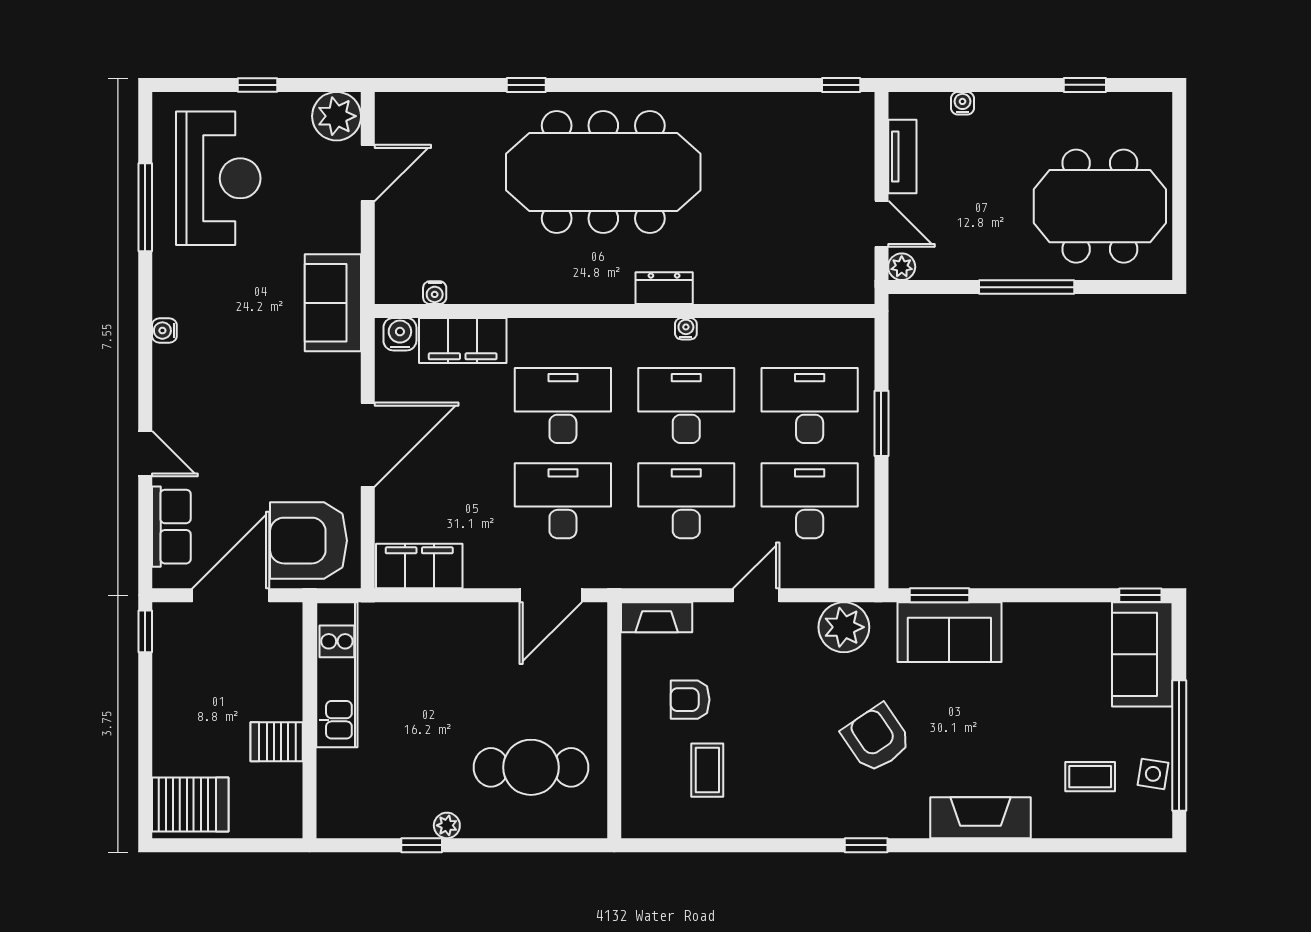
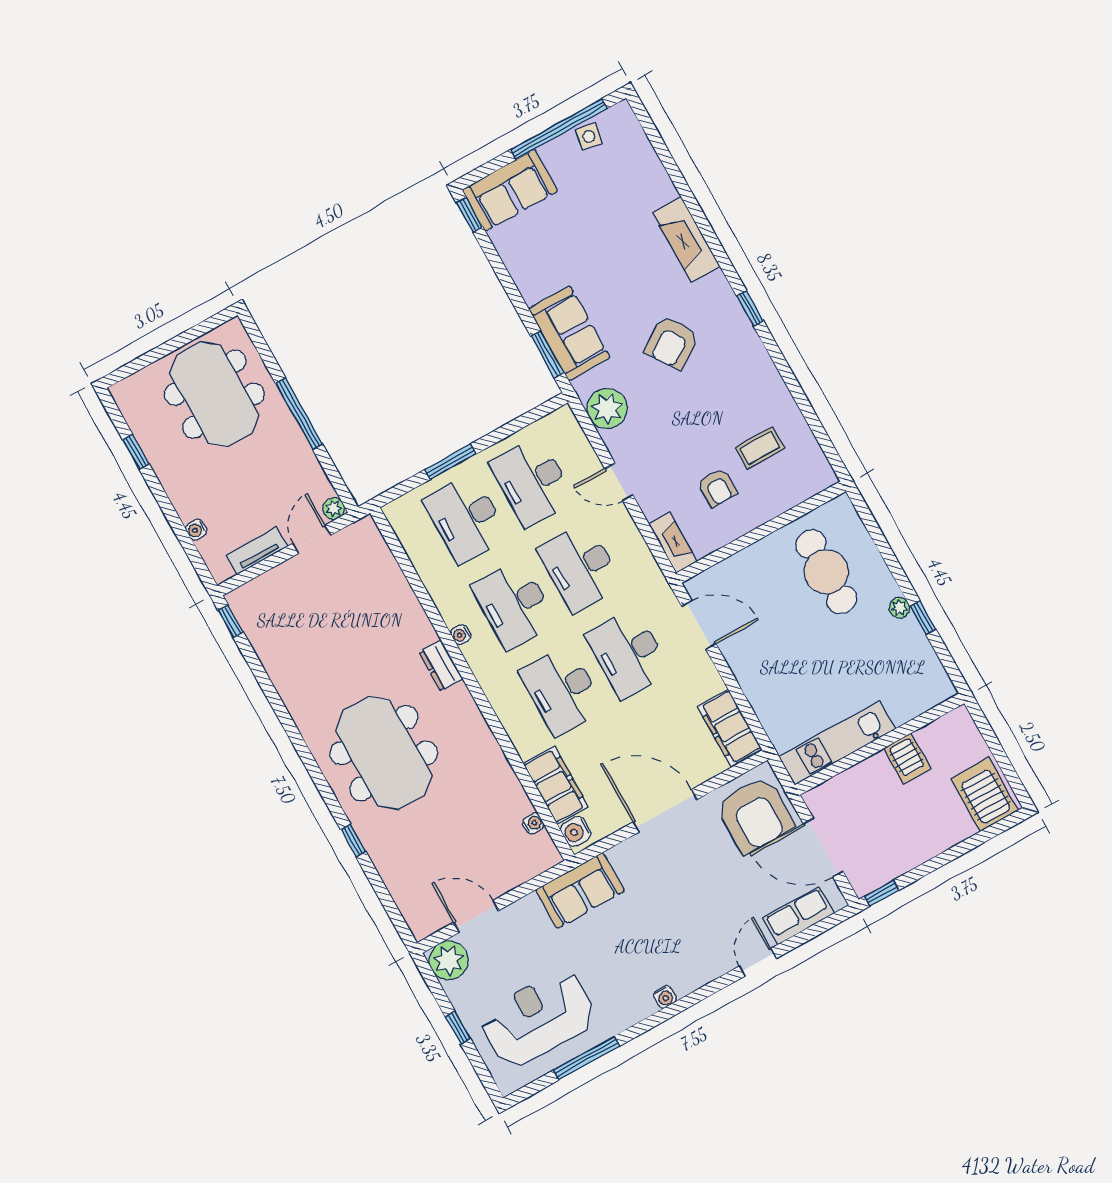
meeting table: (603, 172) -> (384, 753), width x0.73
coffee table: (1090, 777) -> (615, 179), removed

